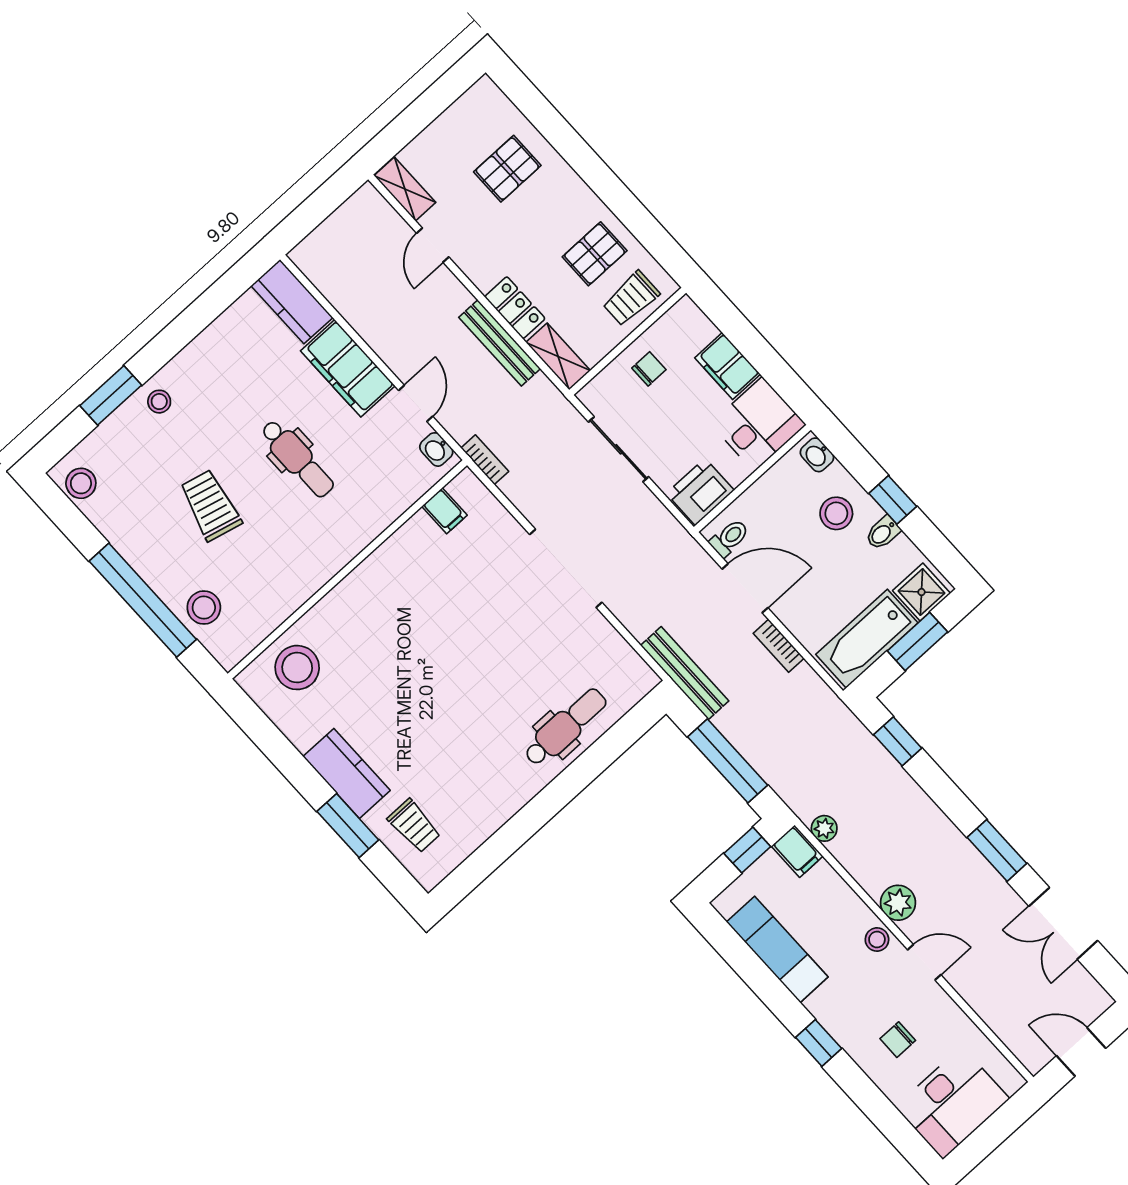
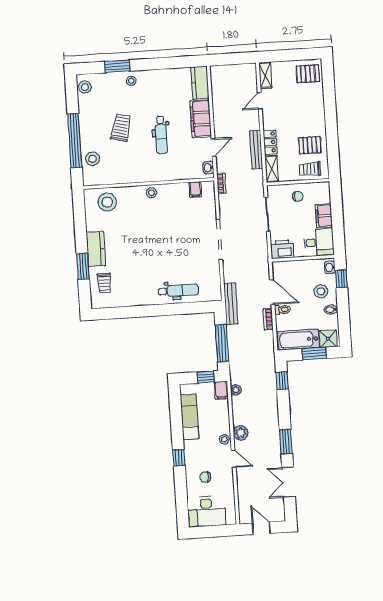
pallet: (507, 169) -> (308, 74), moved
window: (893, 500) -> (341, 279), moved
toilet: (729, 538) -> (283, 310), moved
stool: (367, 583) -> (151, 193), added

